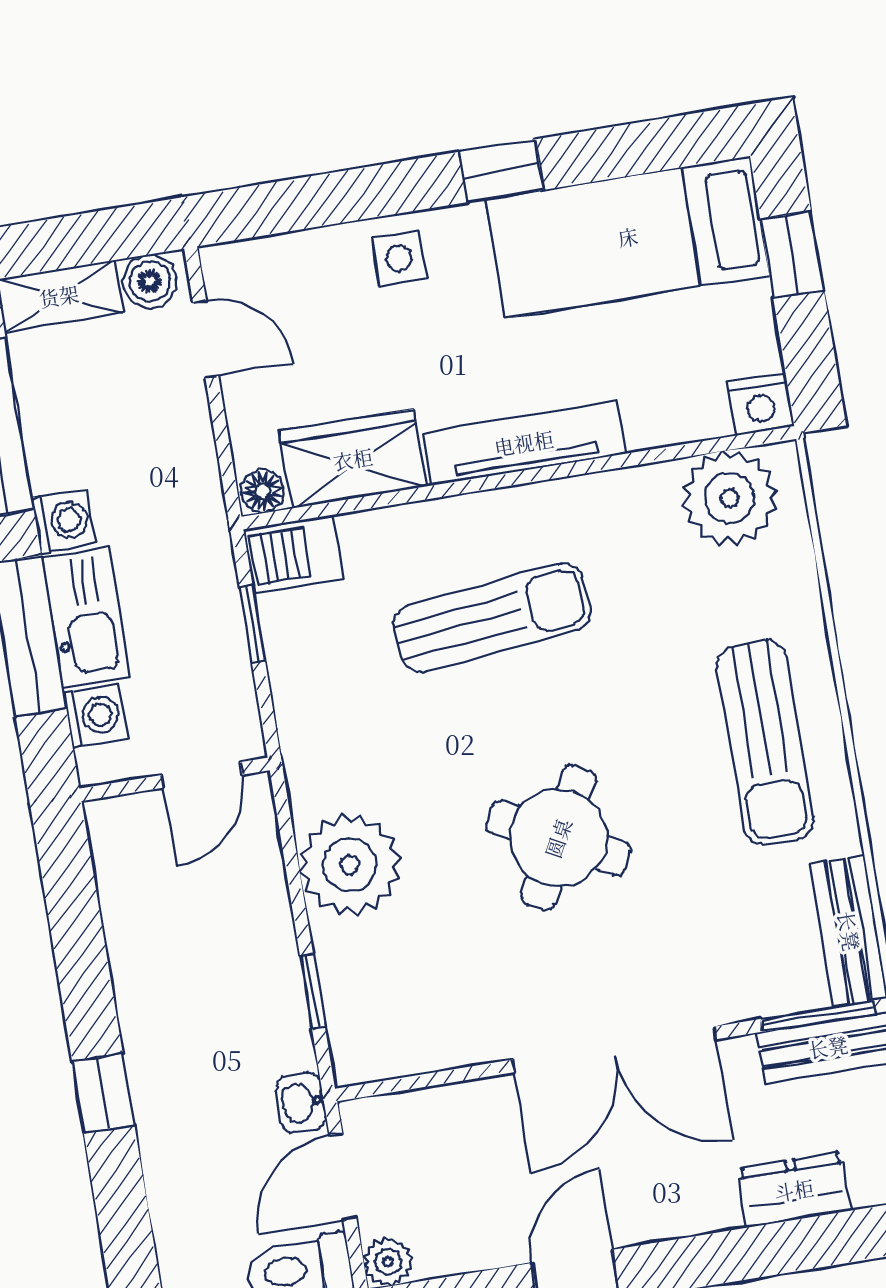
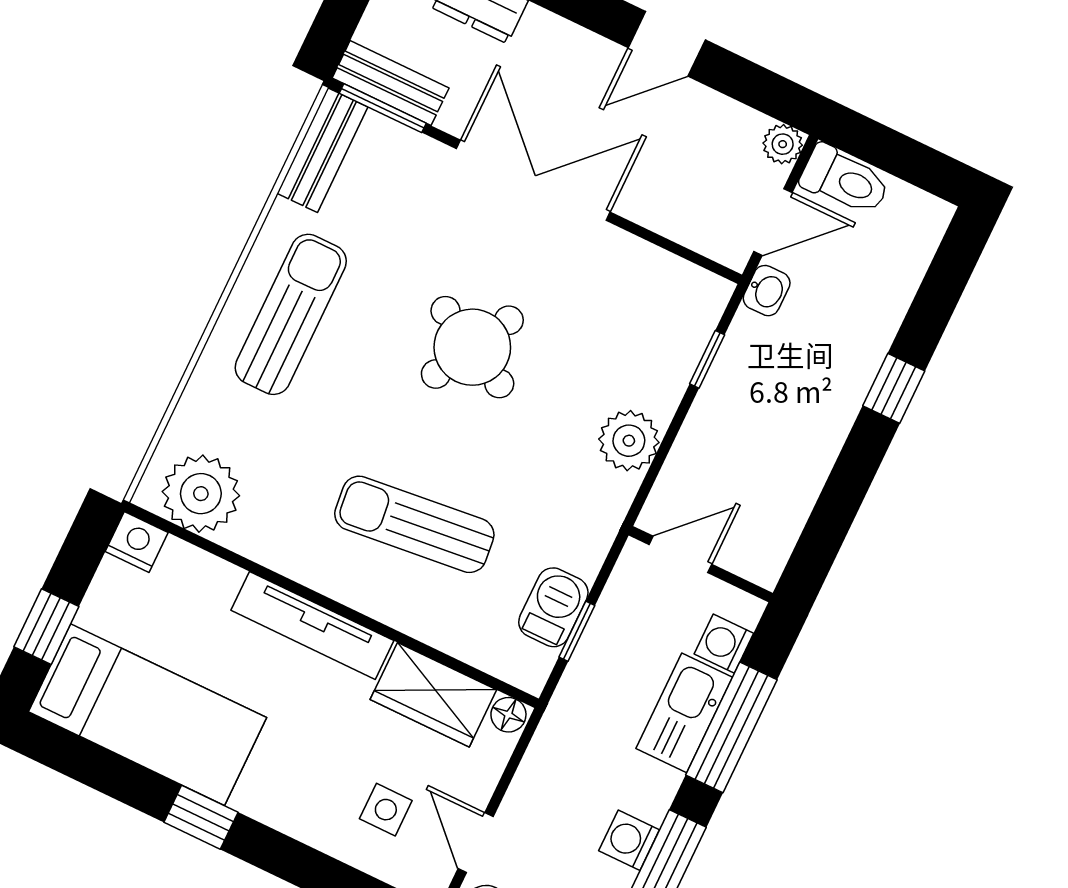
side table: (399, 259) -> (386, 810), moved
washing machine: (64, 521) -> (629, 840), moved
barbecue: (294, 554) -> (553, 607), moved, turned -90
plant: (350, 865) -> (629, 441), width x0.73, depth x0.73

